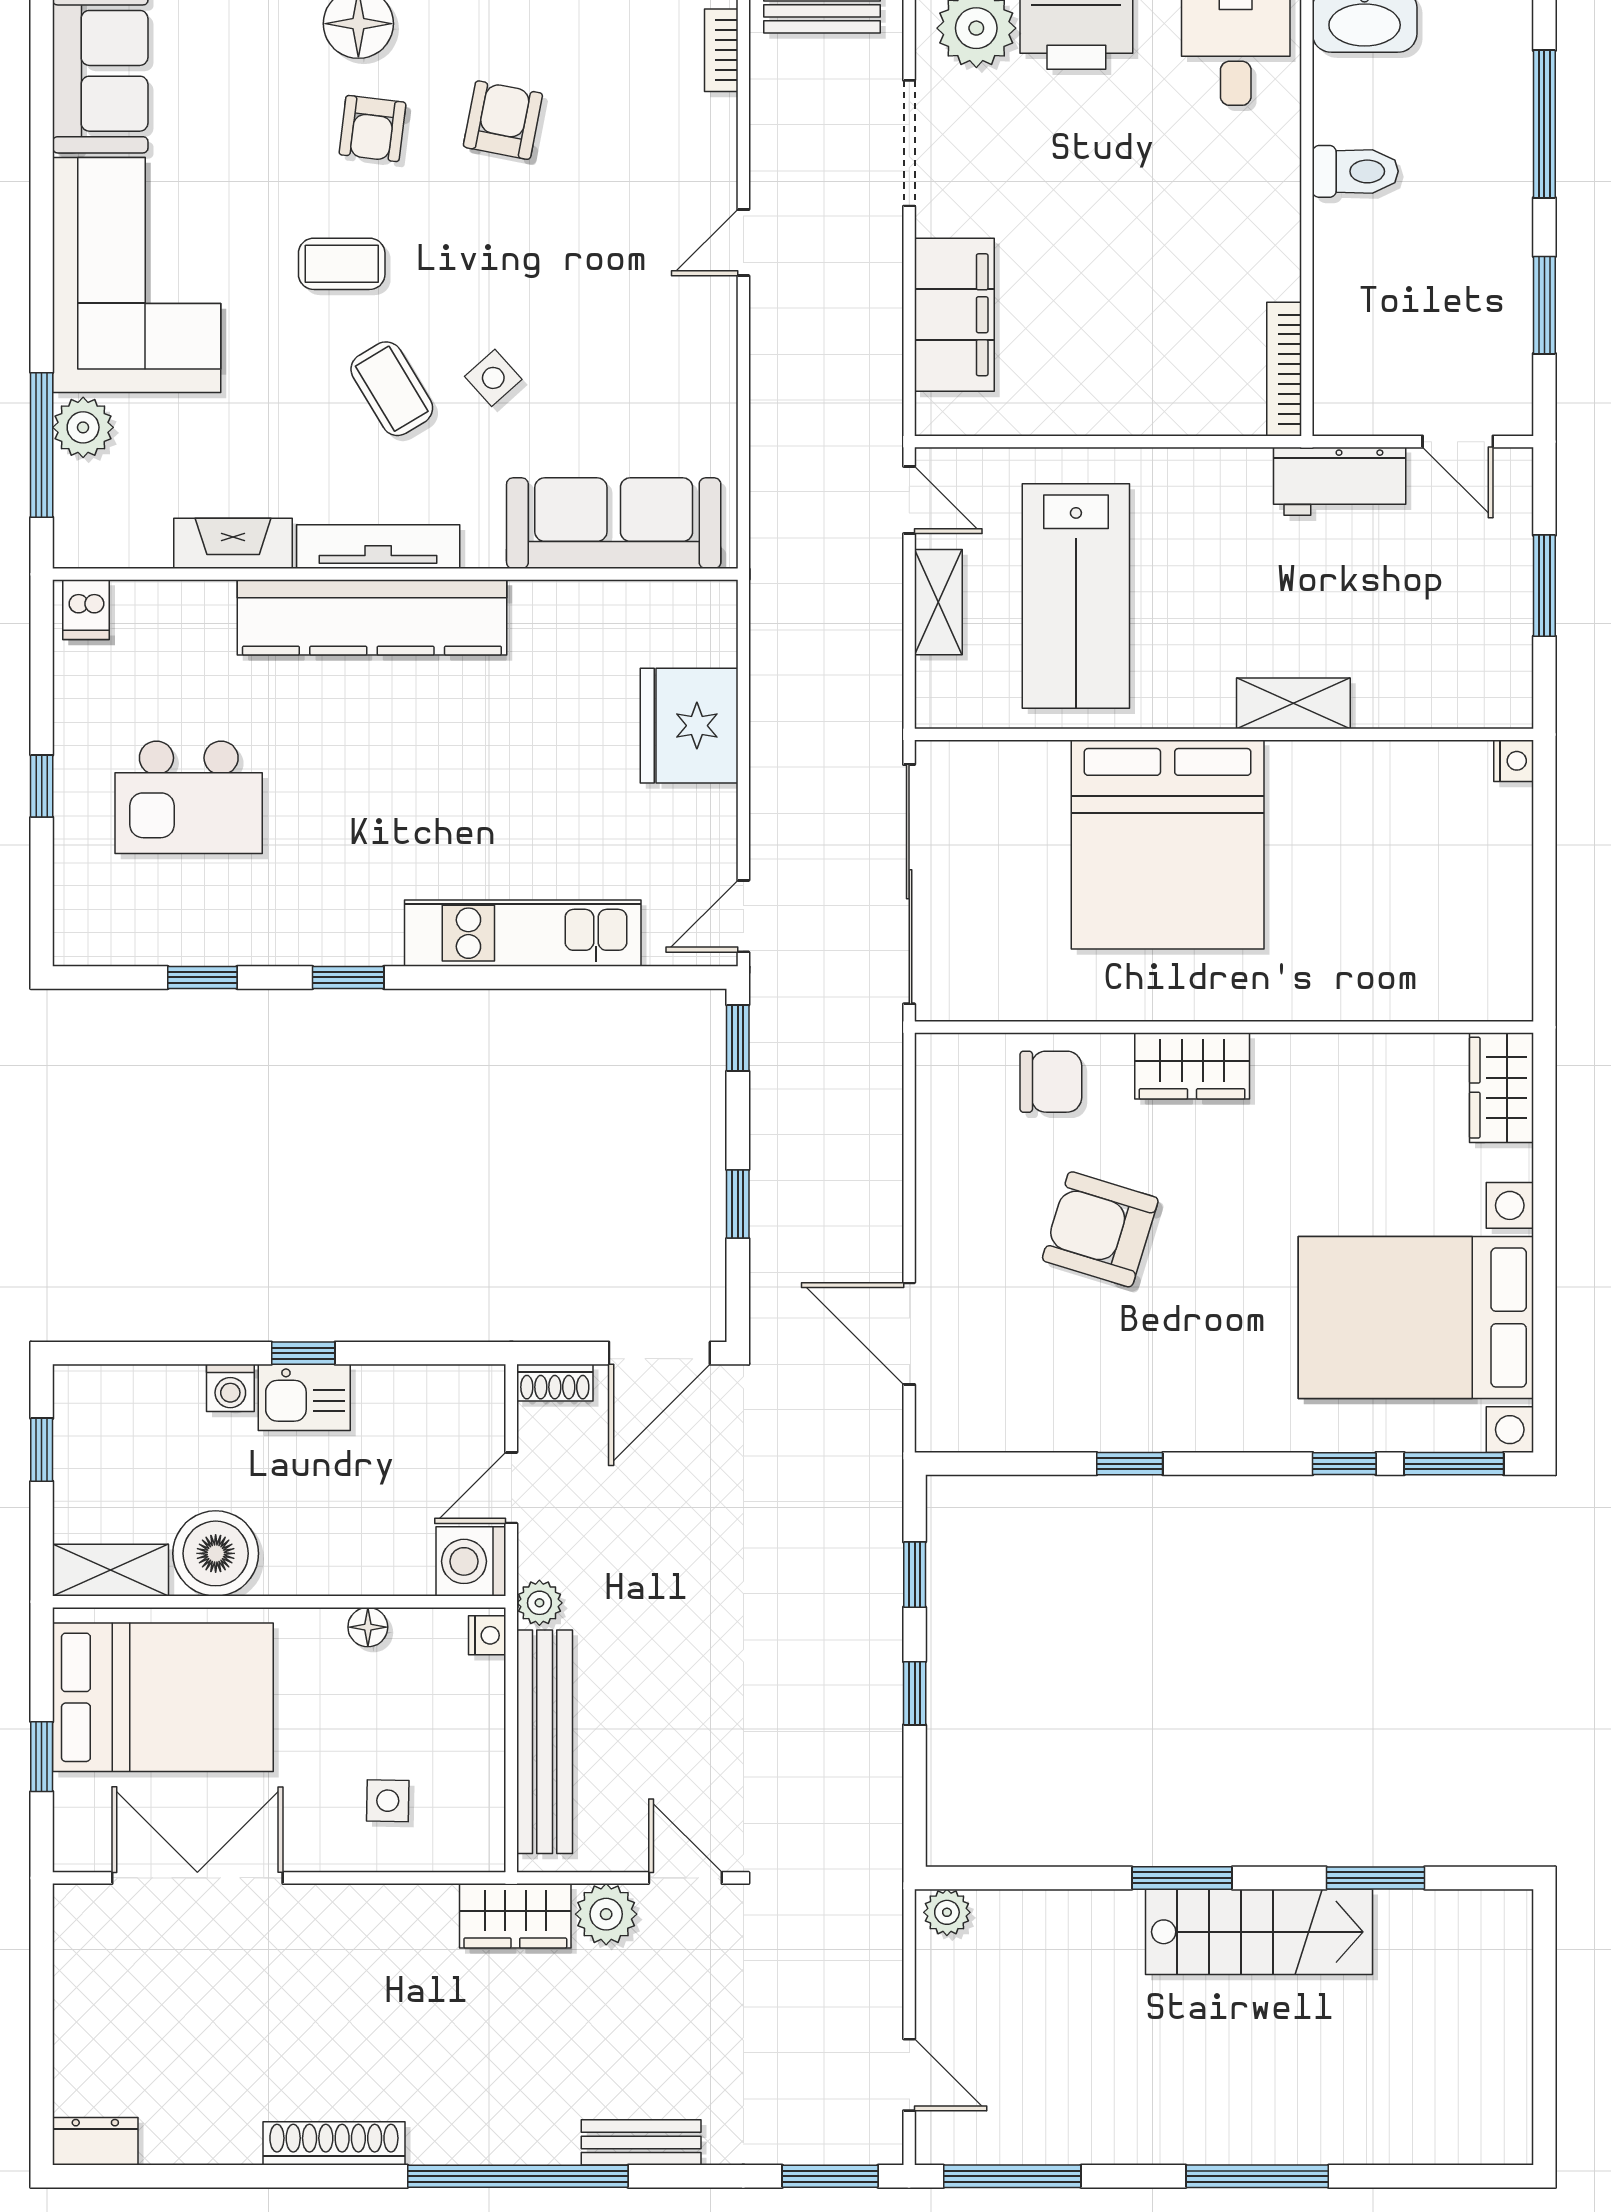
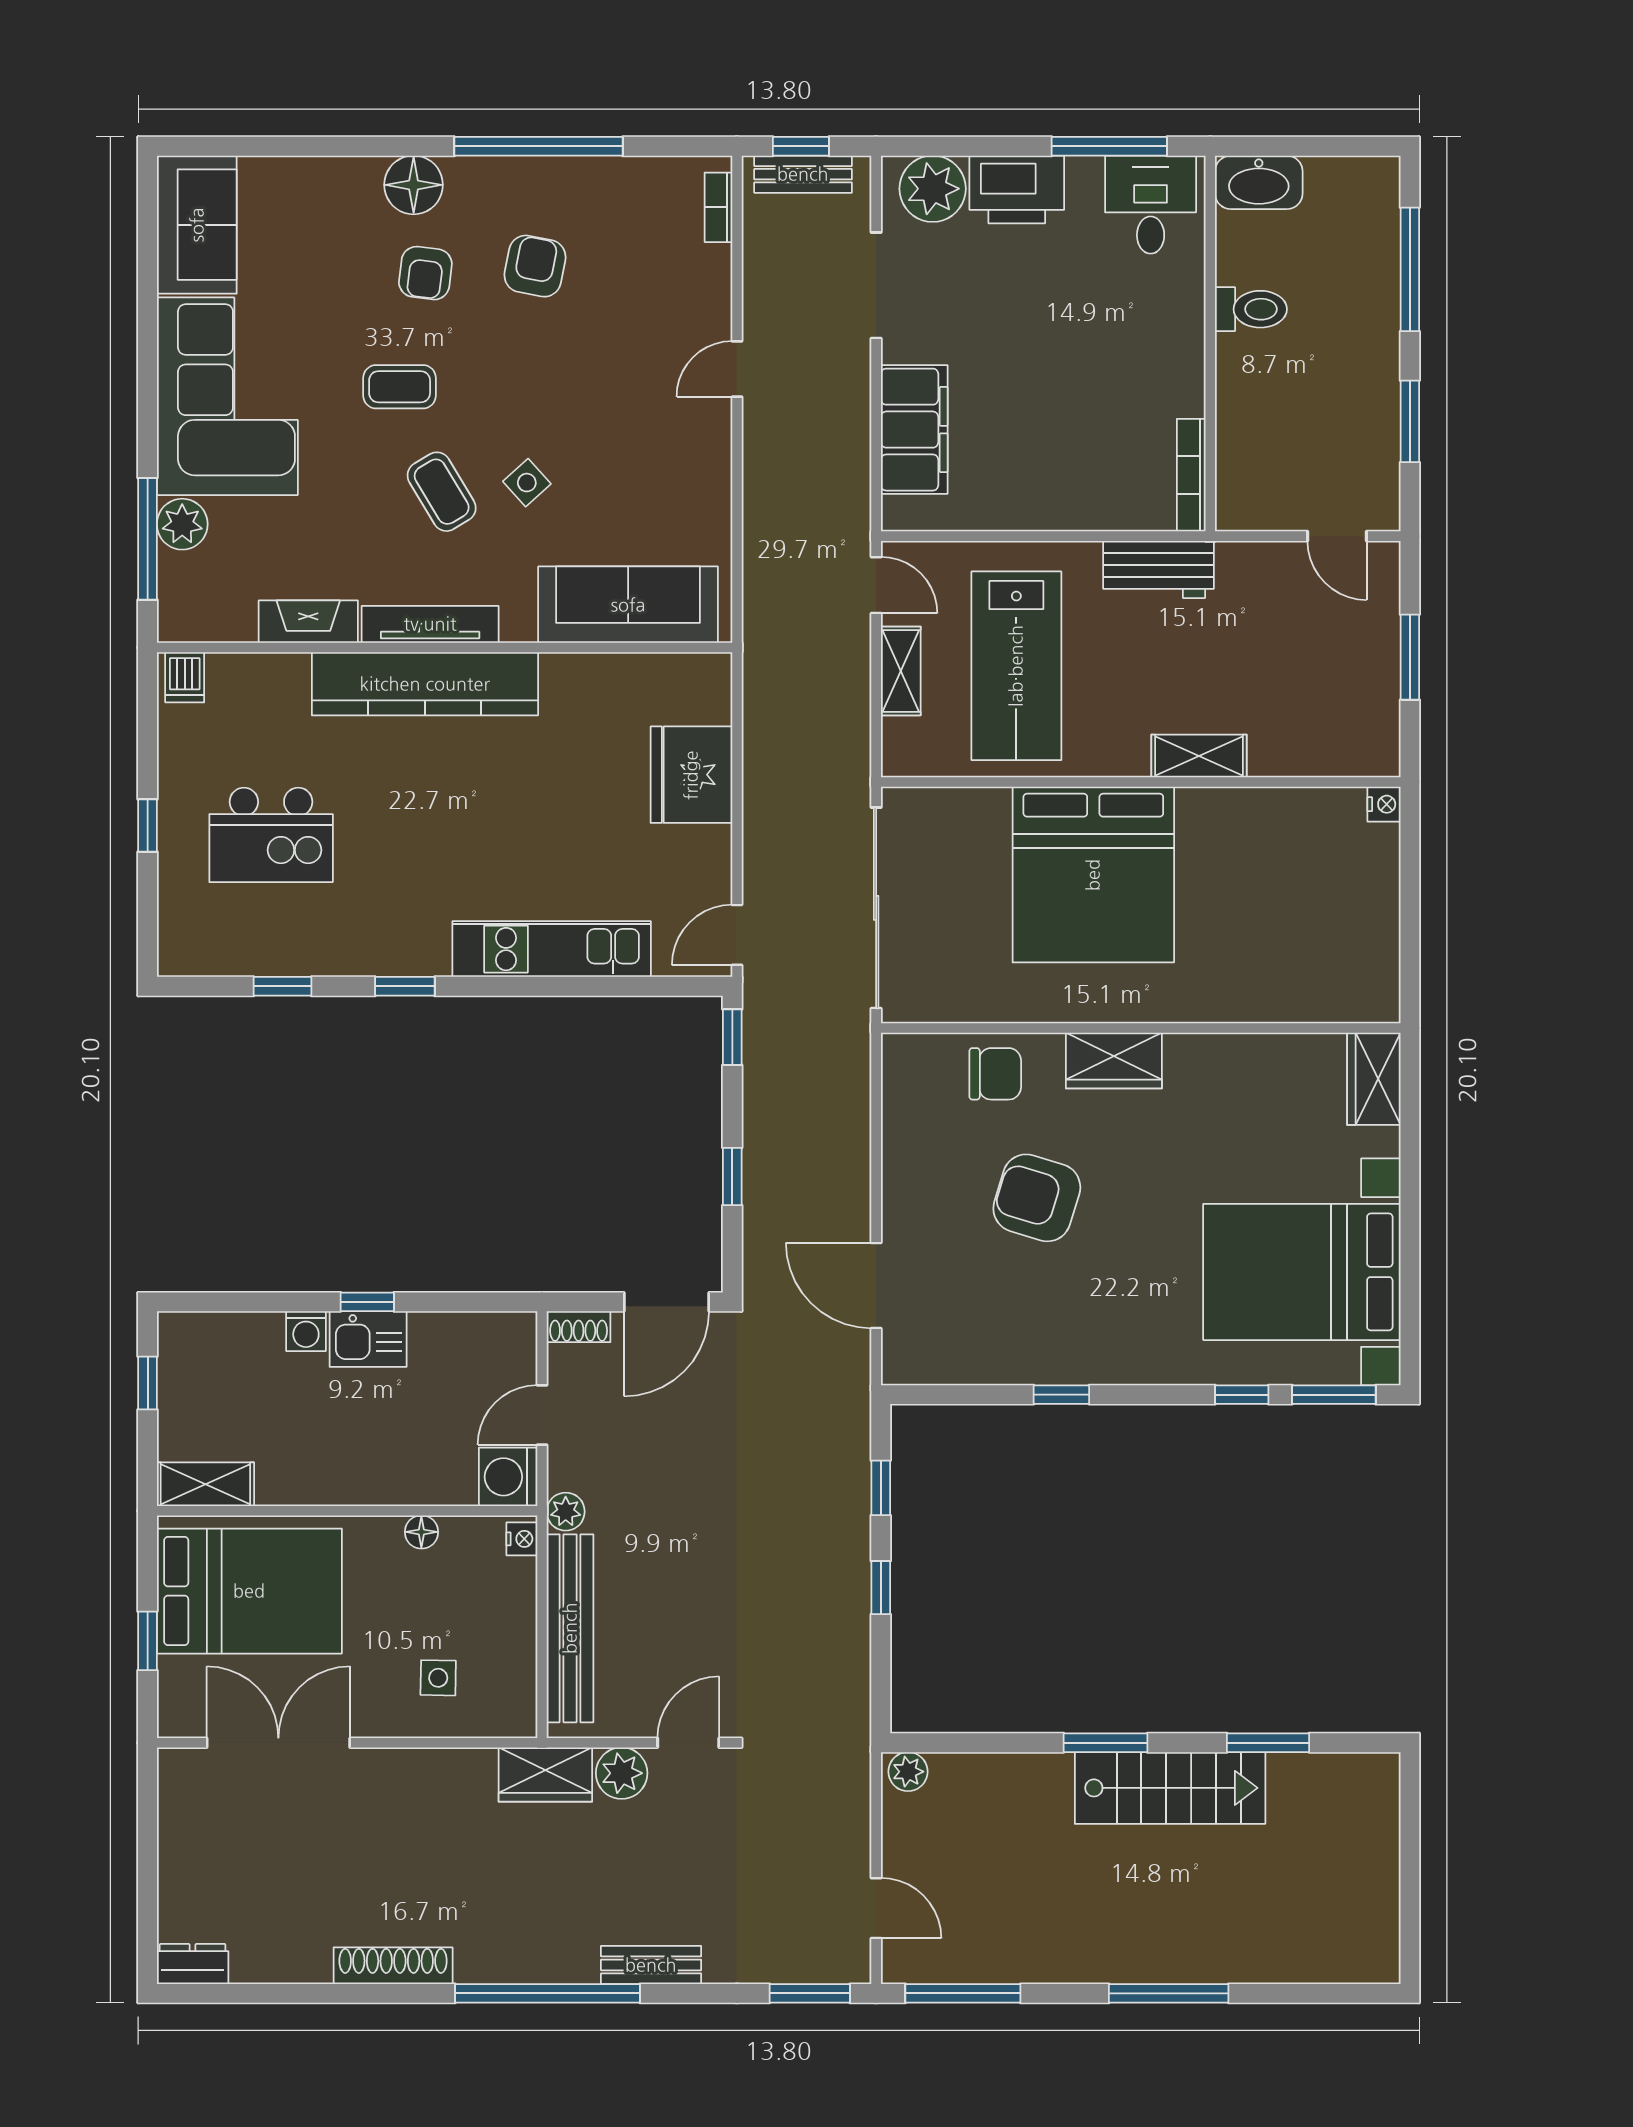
workbench: (1340, 481) -> (1159, 569), moved
boiler: (216, 1553) -> (294, 1470), removed
door: (685, 1878) -> (688, 1743), hinge flipped

